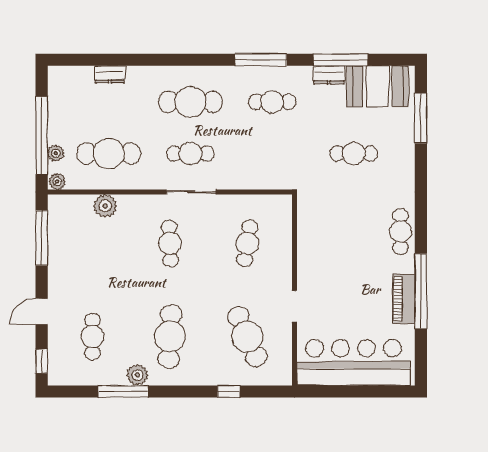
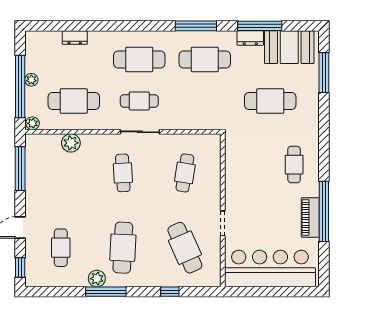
cafe table: (272, 102) -> (205, 59), width x1.37, depth x1.35
plant: (56, 153) -> (31, 80), moved
cafe table: (354, 154) -> (270, 101), width x1.37, depth x1.35
cafe table: (400, 231) -> (294, 165), moved
window: (123, 391) -> (106, 292), moved

